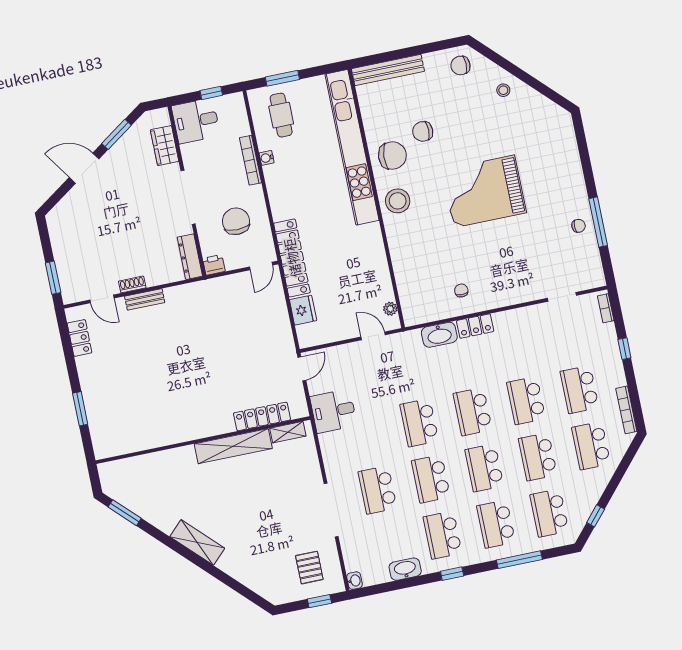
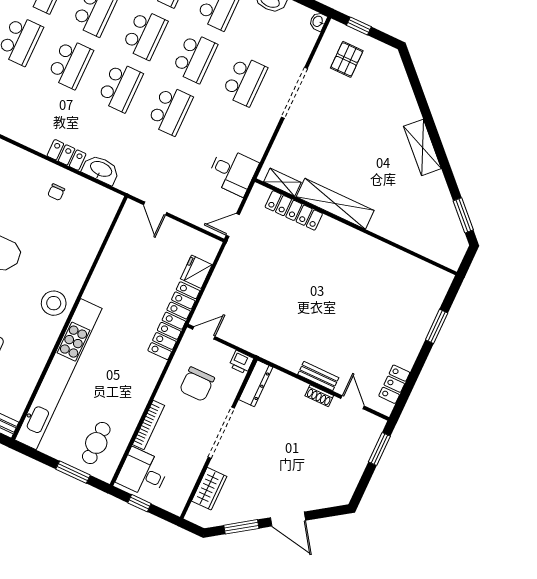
desk: (196, 121) -> (143, 473), moved, turned 180
chair: (392, 155) -> (31, 343), removed
water cooler: (267, 158) -> (134, 417), removed
plant: (390, 309) -> (125, 220), removed

